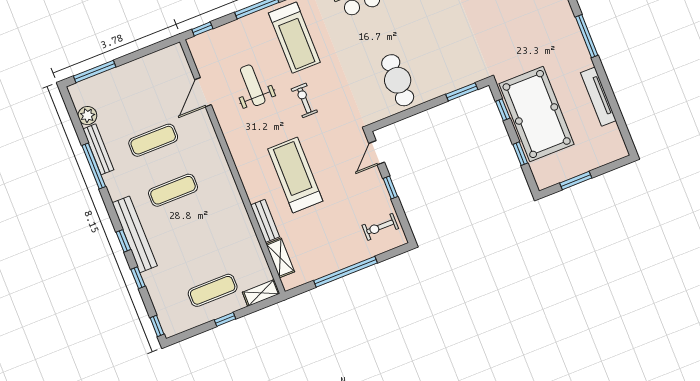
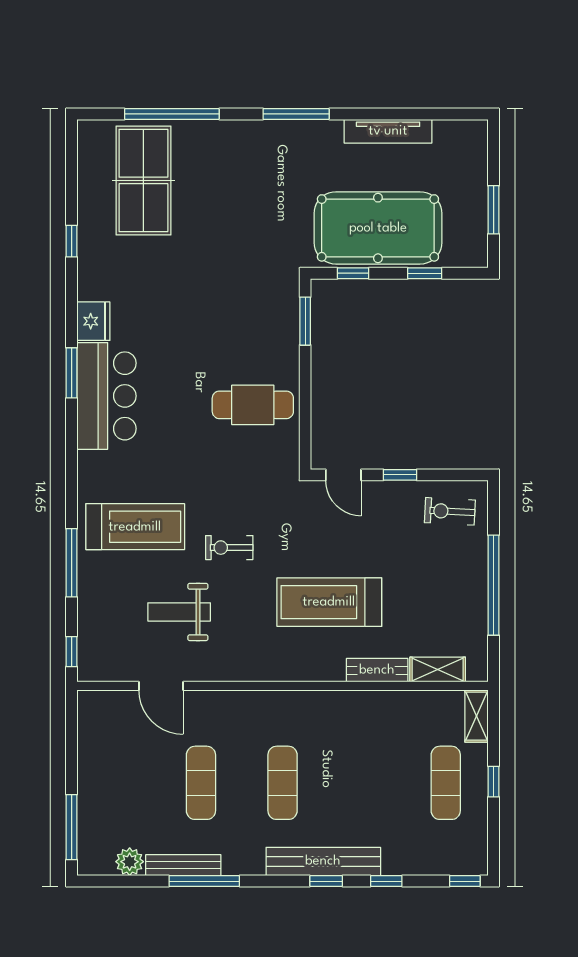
exercise bike: (380, 227) -> (450, 511), turned 93

